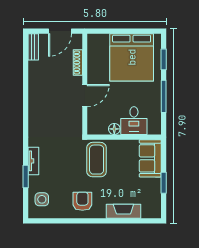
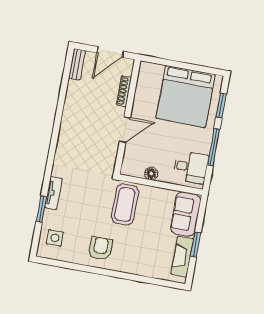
desk: (134, 121) -> (191, 167), moved, turned -90
fireplace: (123, 211) -> (182, 257), moved, turned -90

